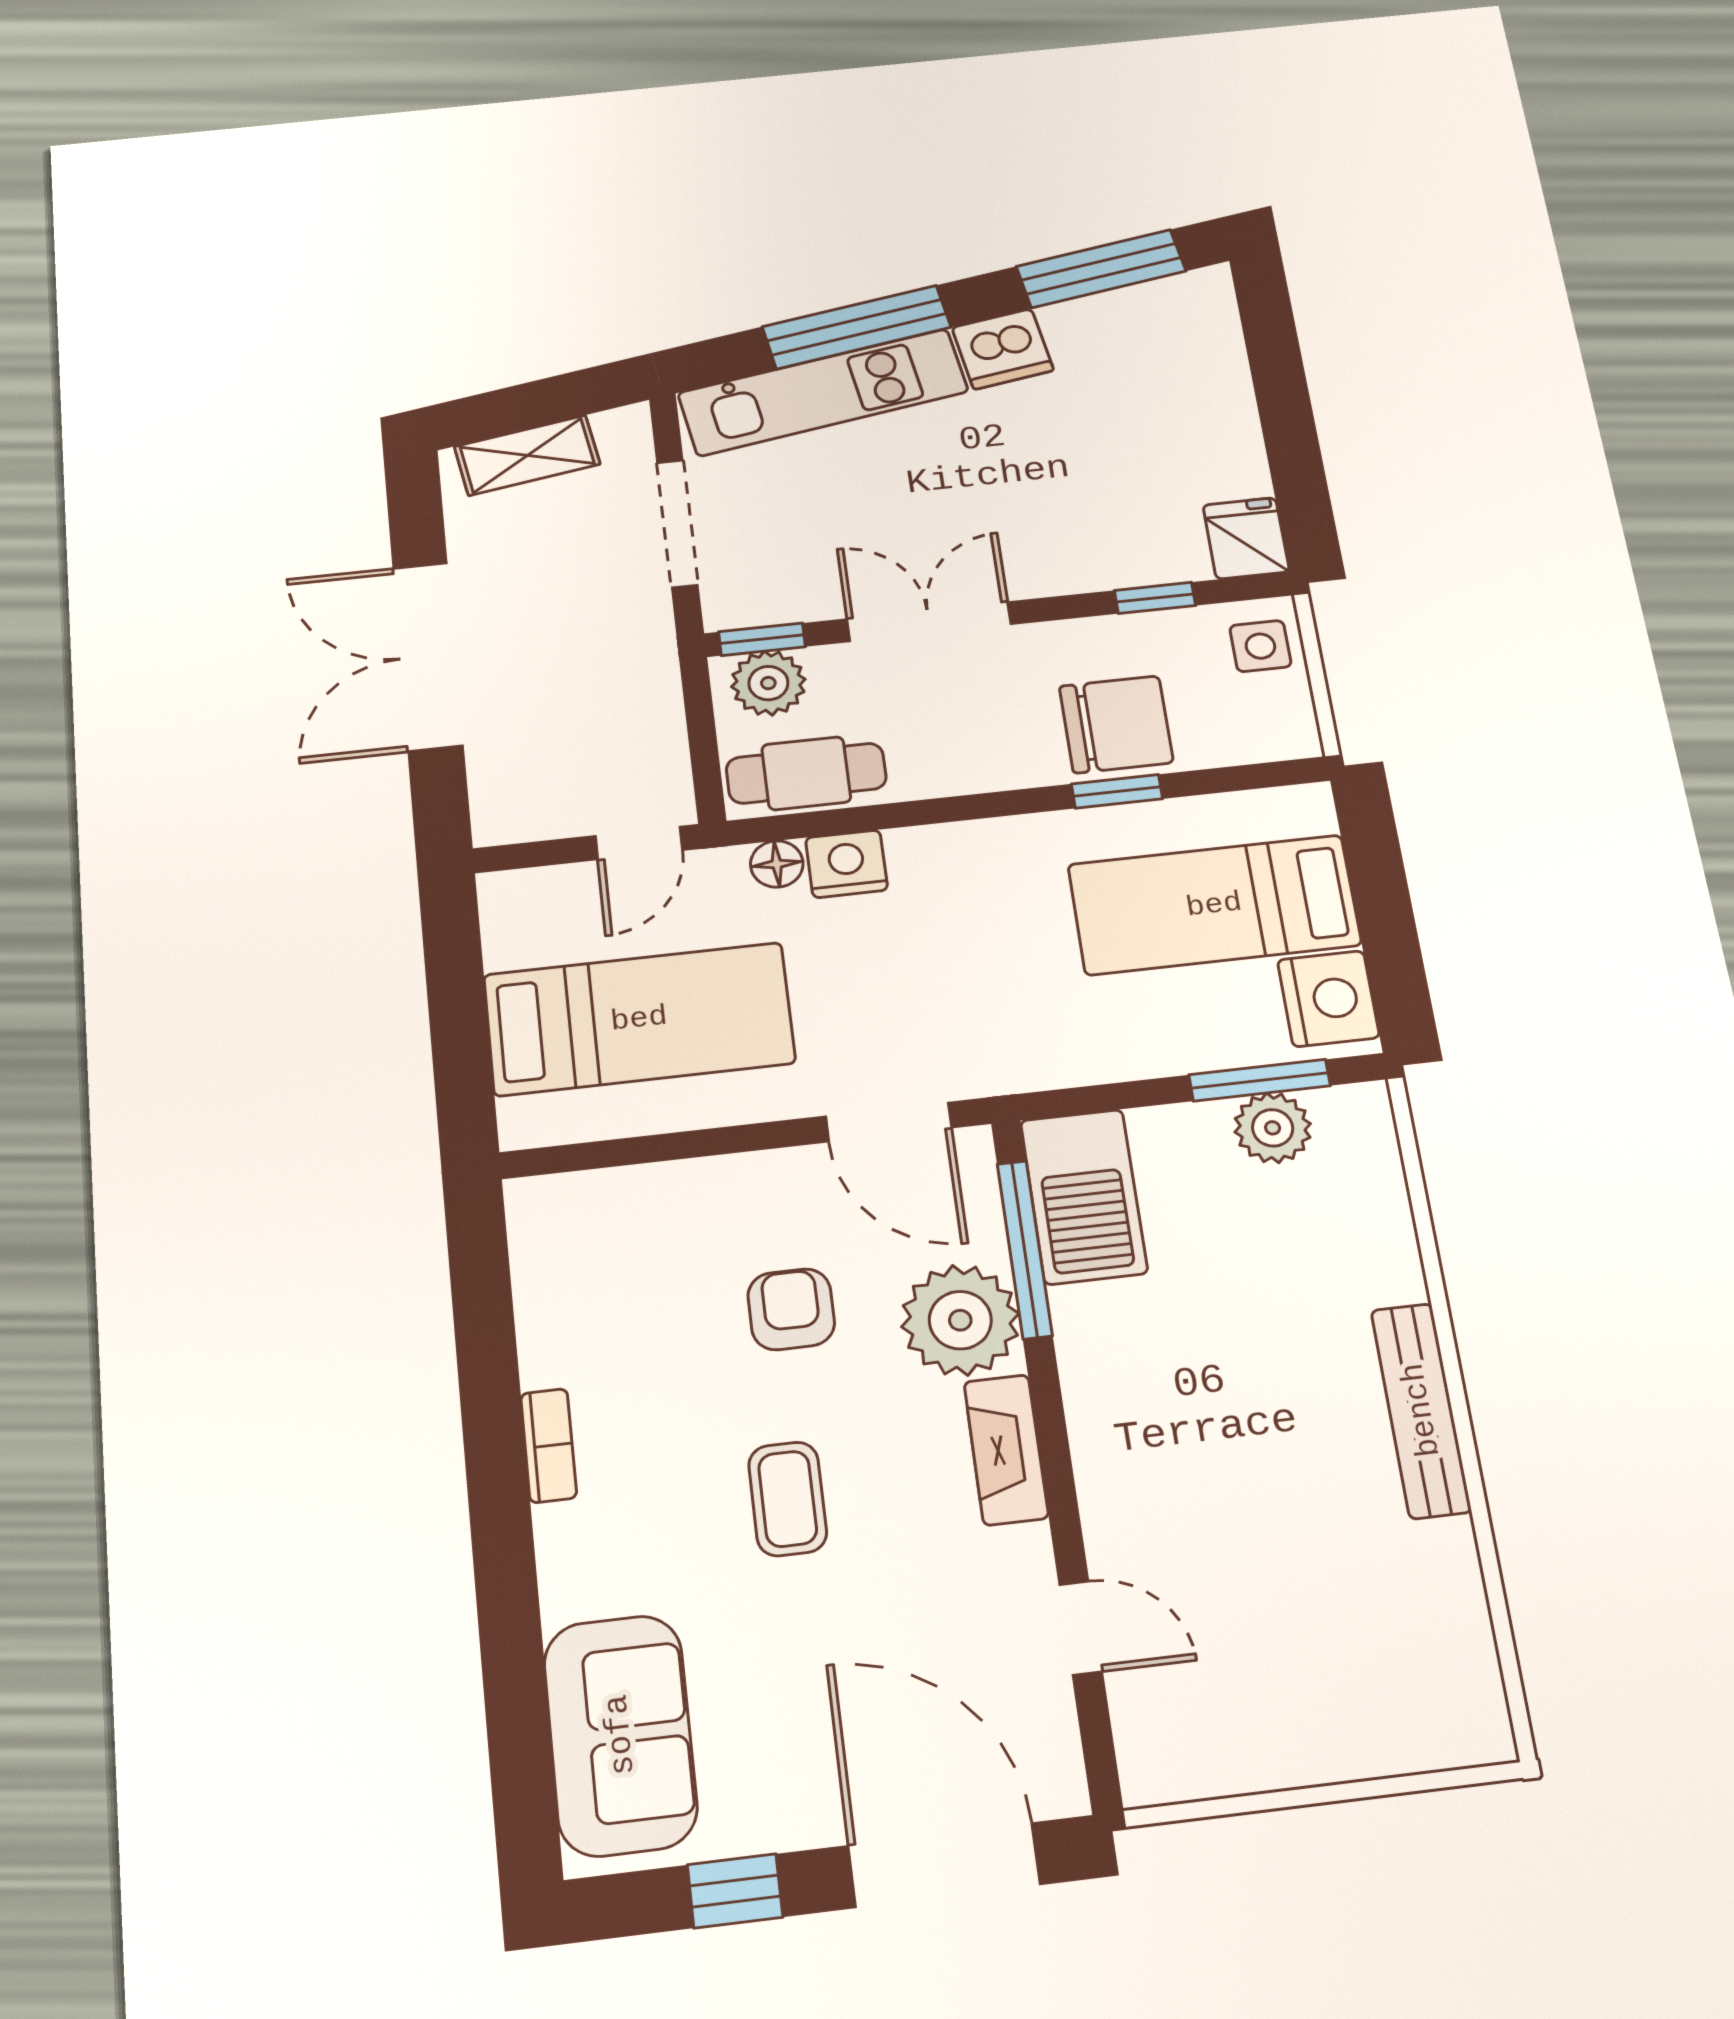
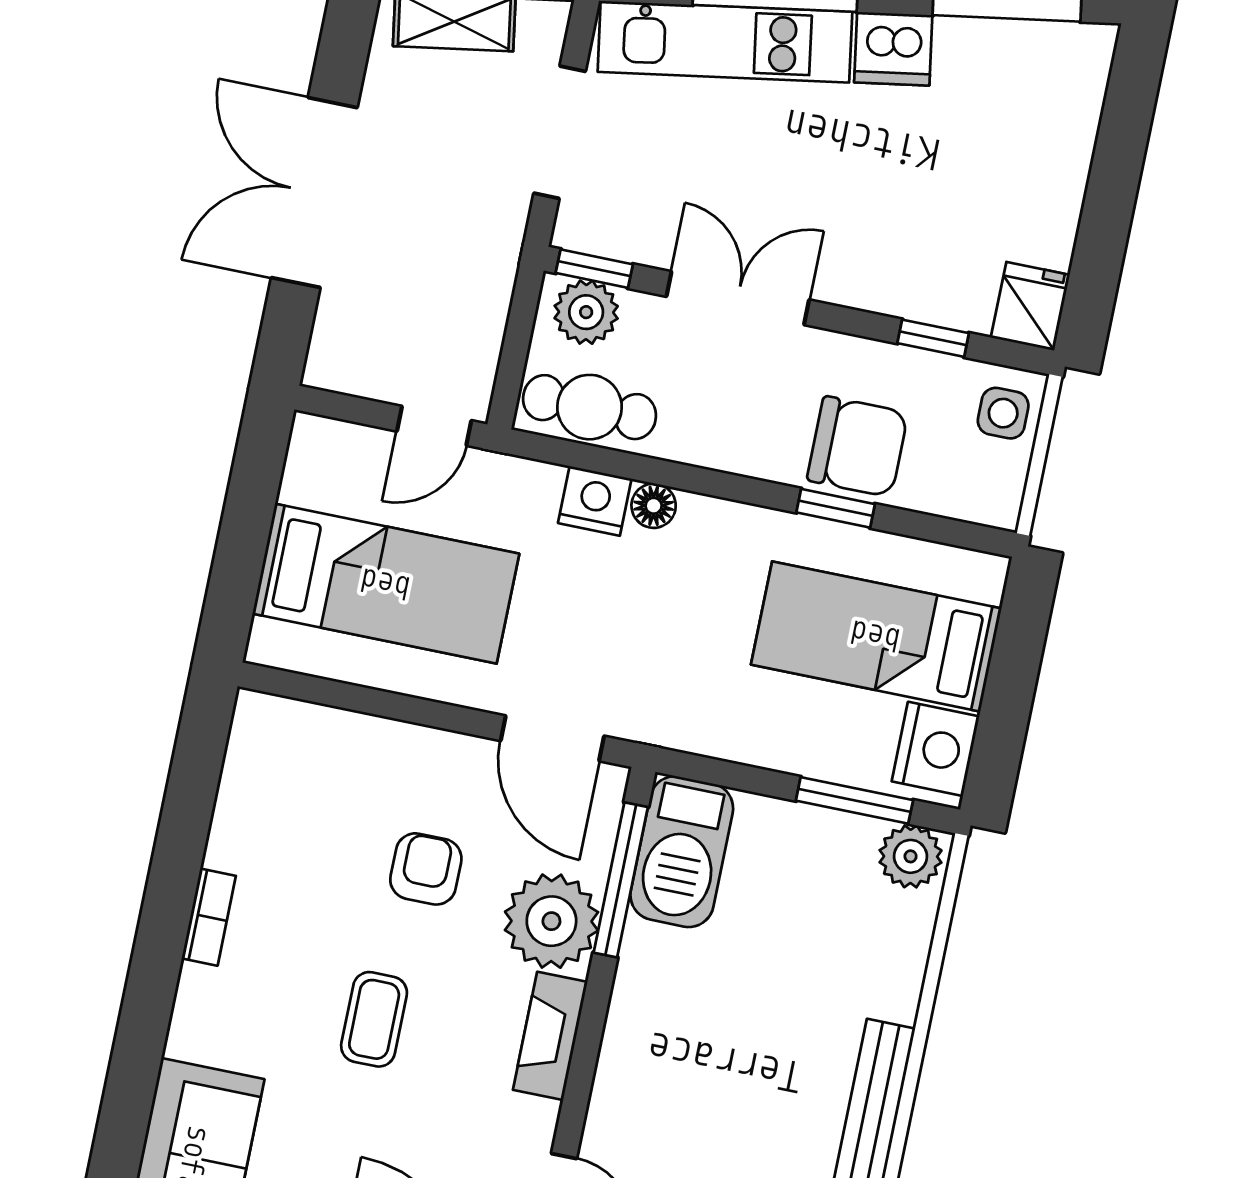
floor lamp: (777, 864) -> (654, 506), moved
plant: (1273, 1128) -> (911, 856), moved

